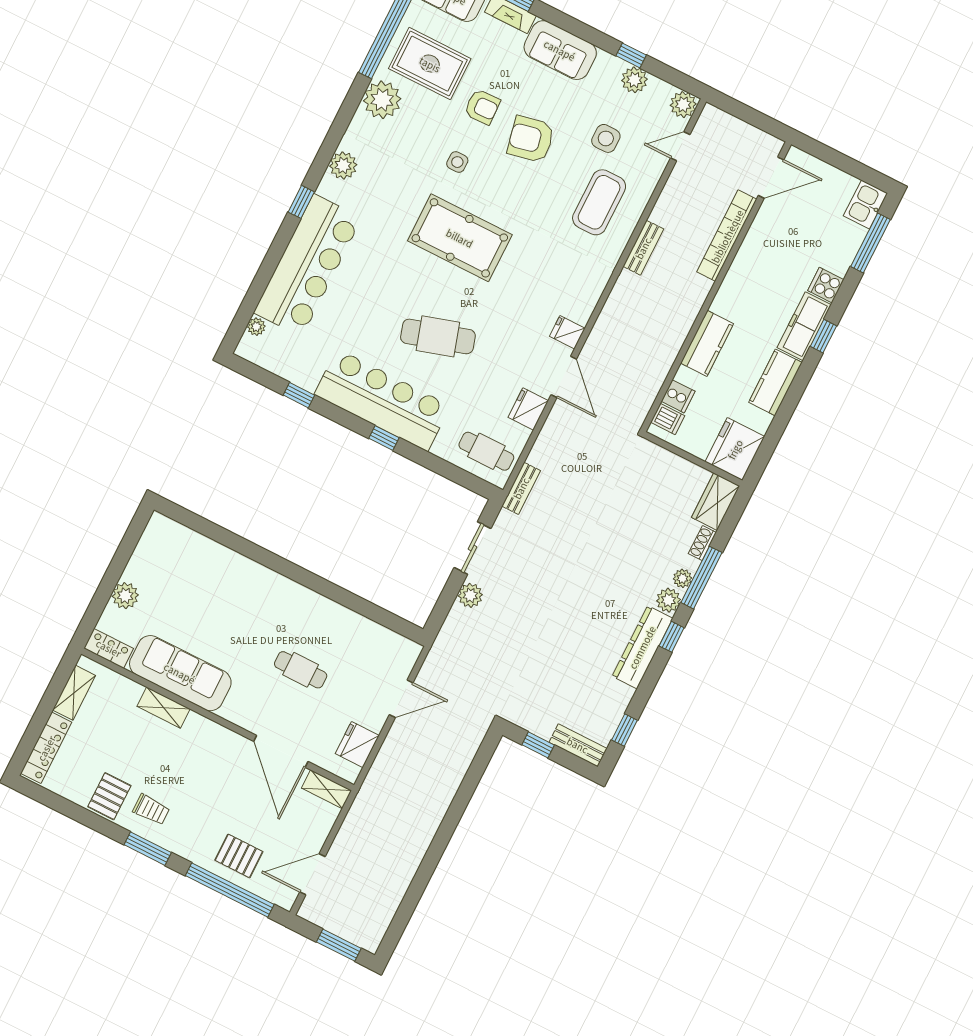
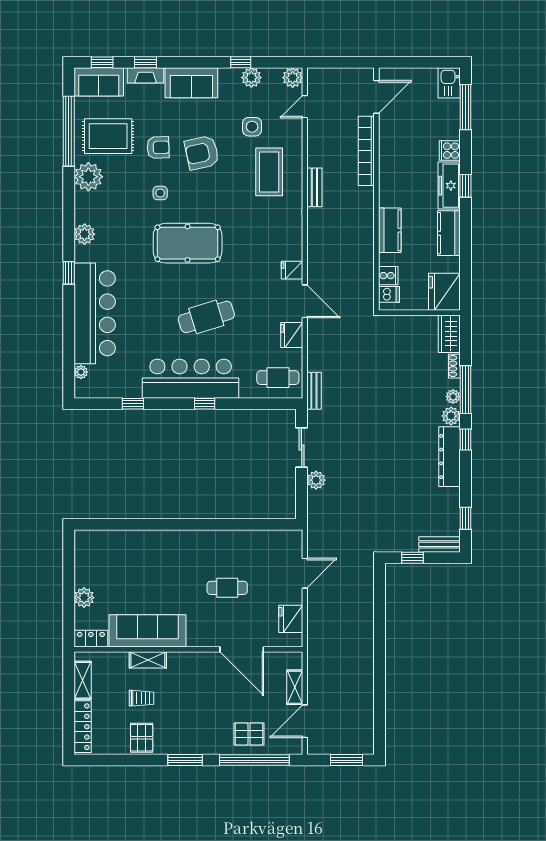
shelving: (327, 789) -> (295, 687), moved, turned 90
trolley: (151, 810) -> (141, 698), moved

